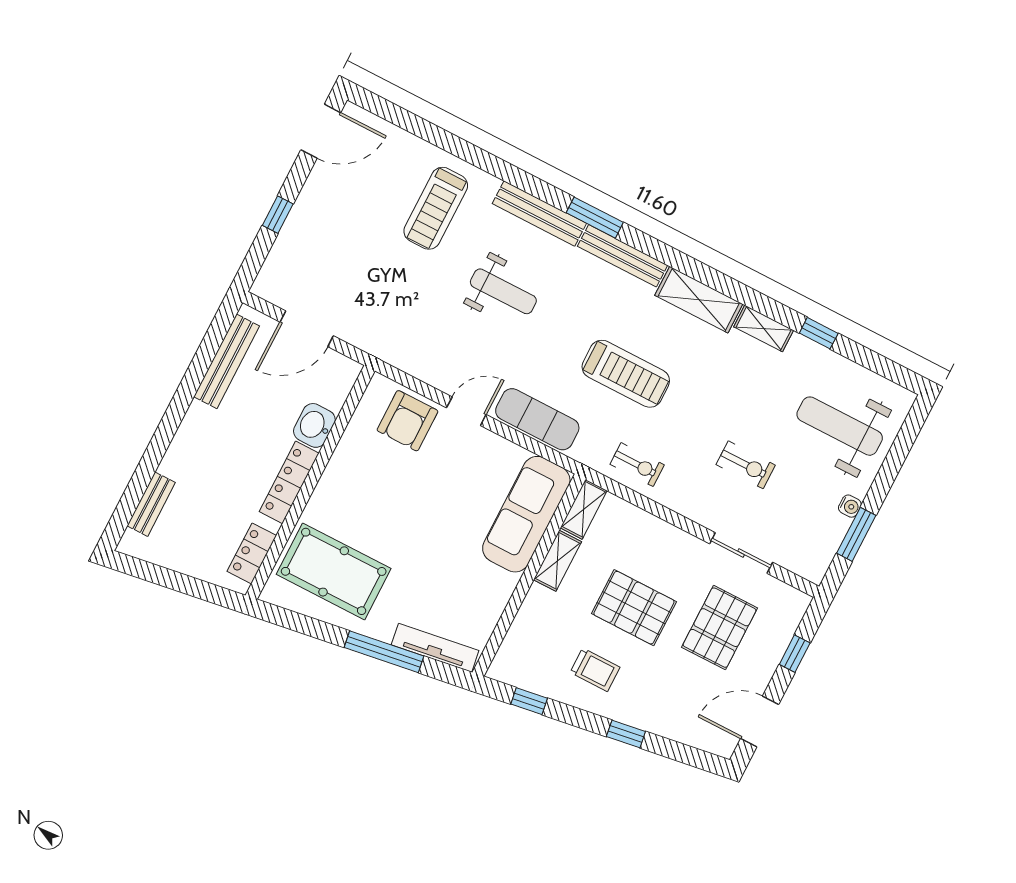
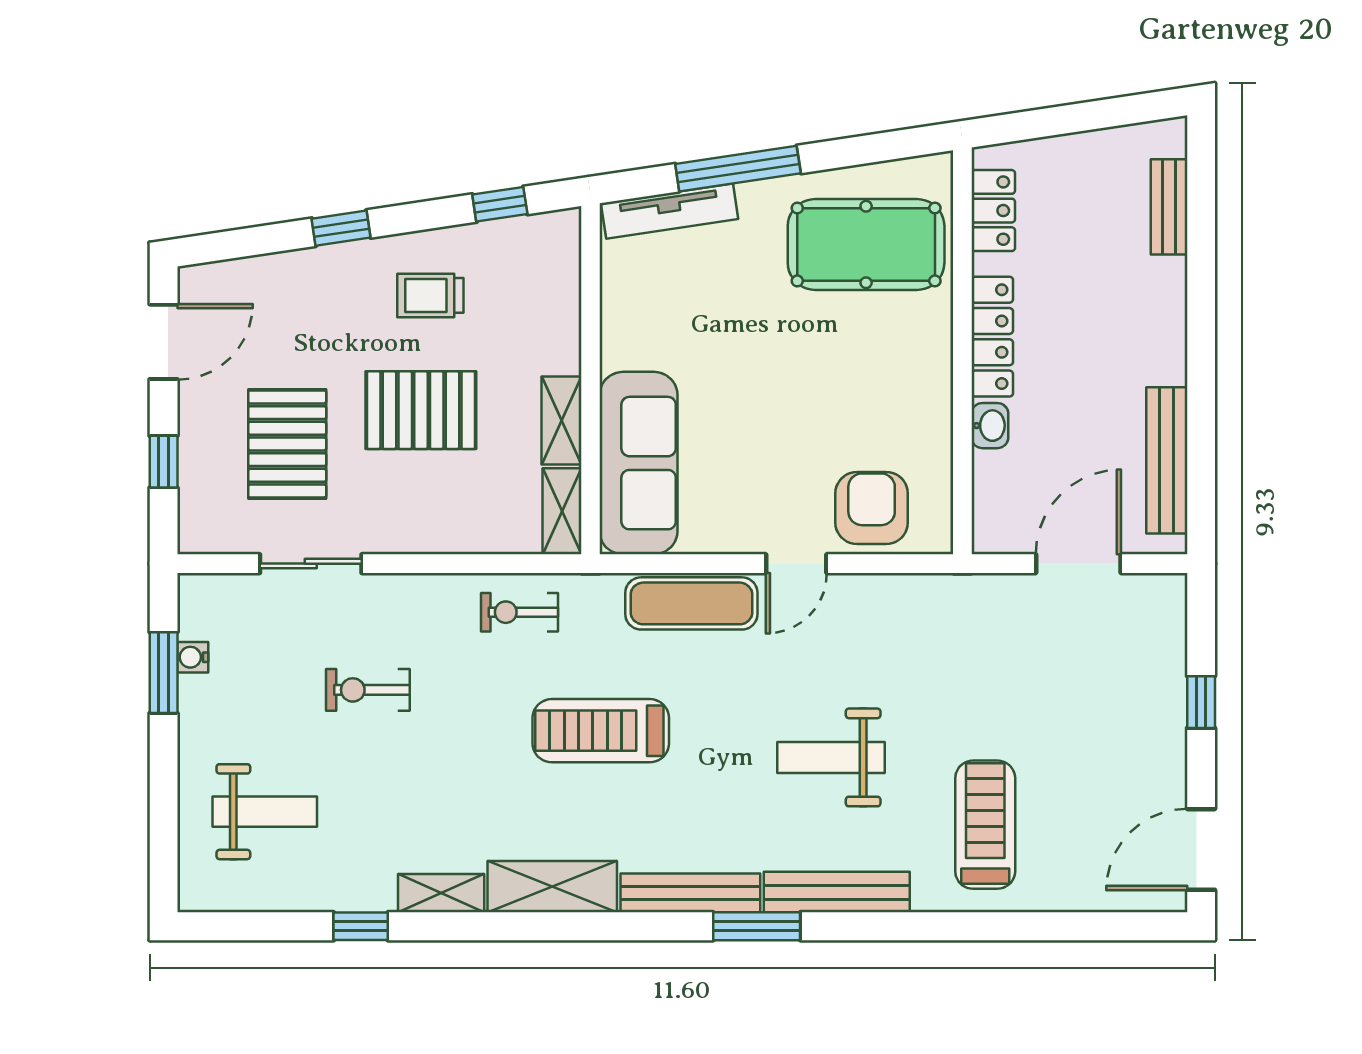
washbasin: (314, 425) -> (990, 426), width x0.72, depth x0.69
weight bench: (840, 426) -> (265, 812), width x0.73, depth x0.75
water cooler: (850, 506) -> (193, 657), moved

